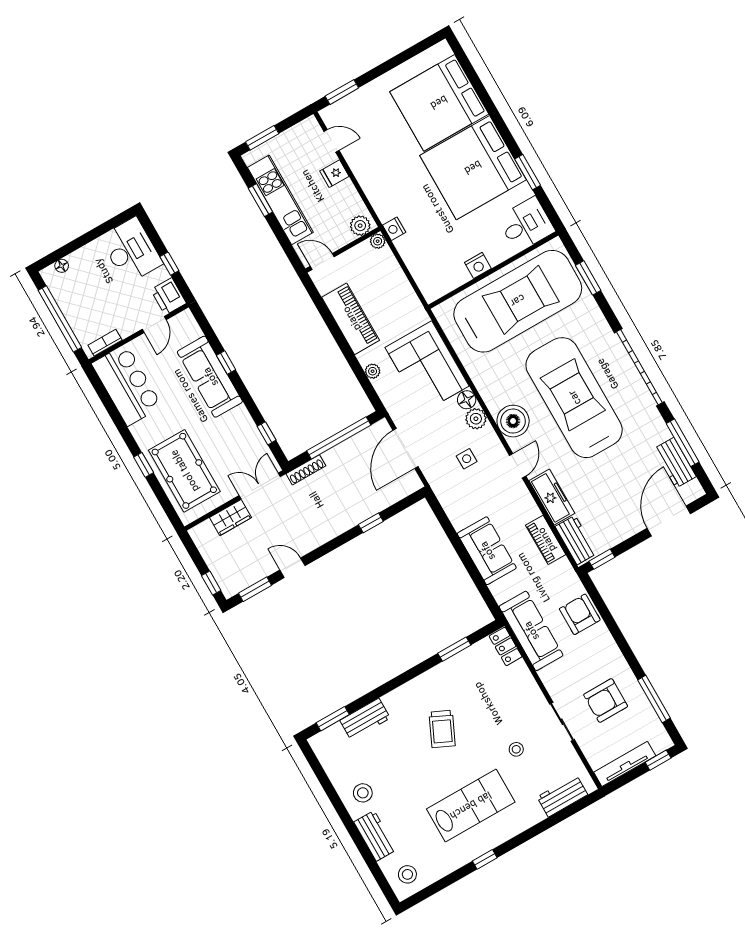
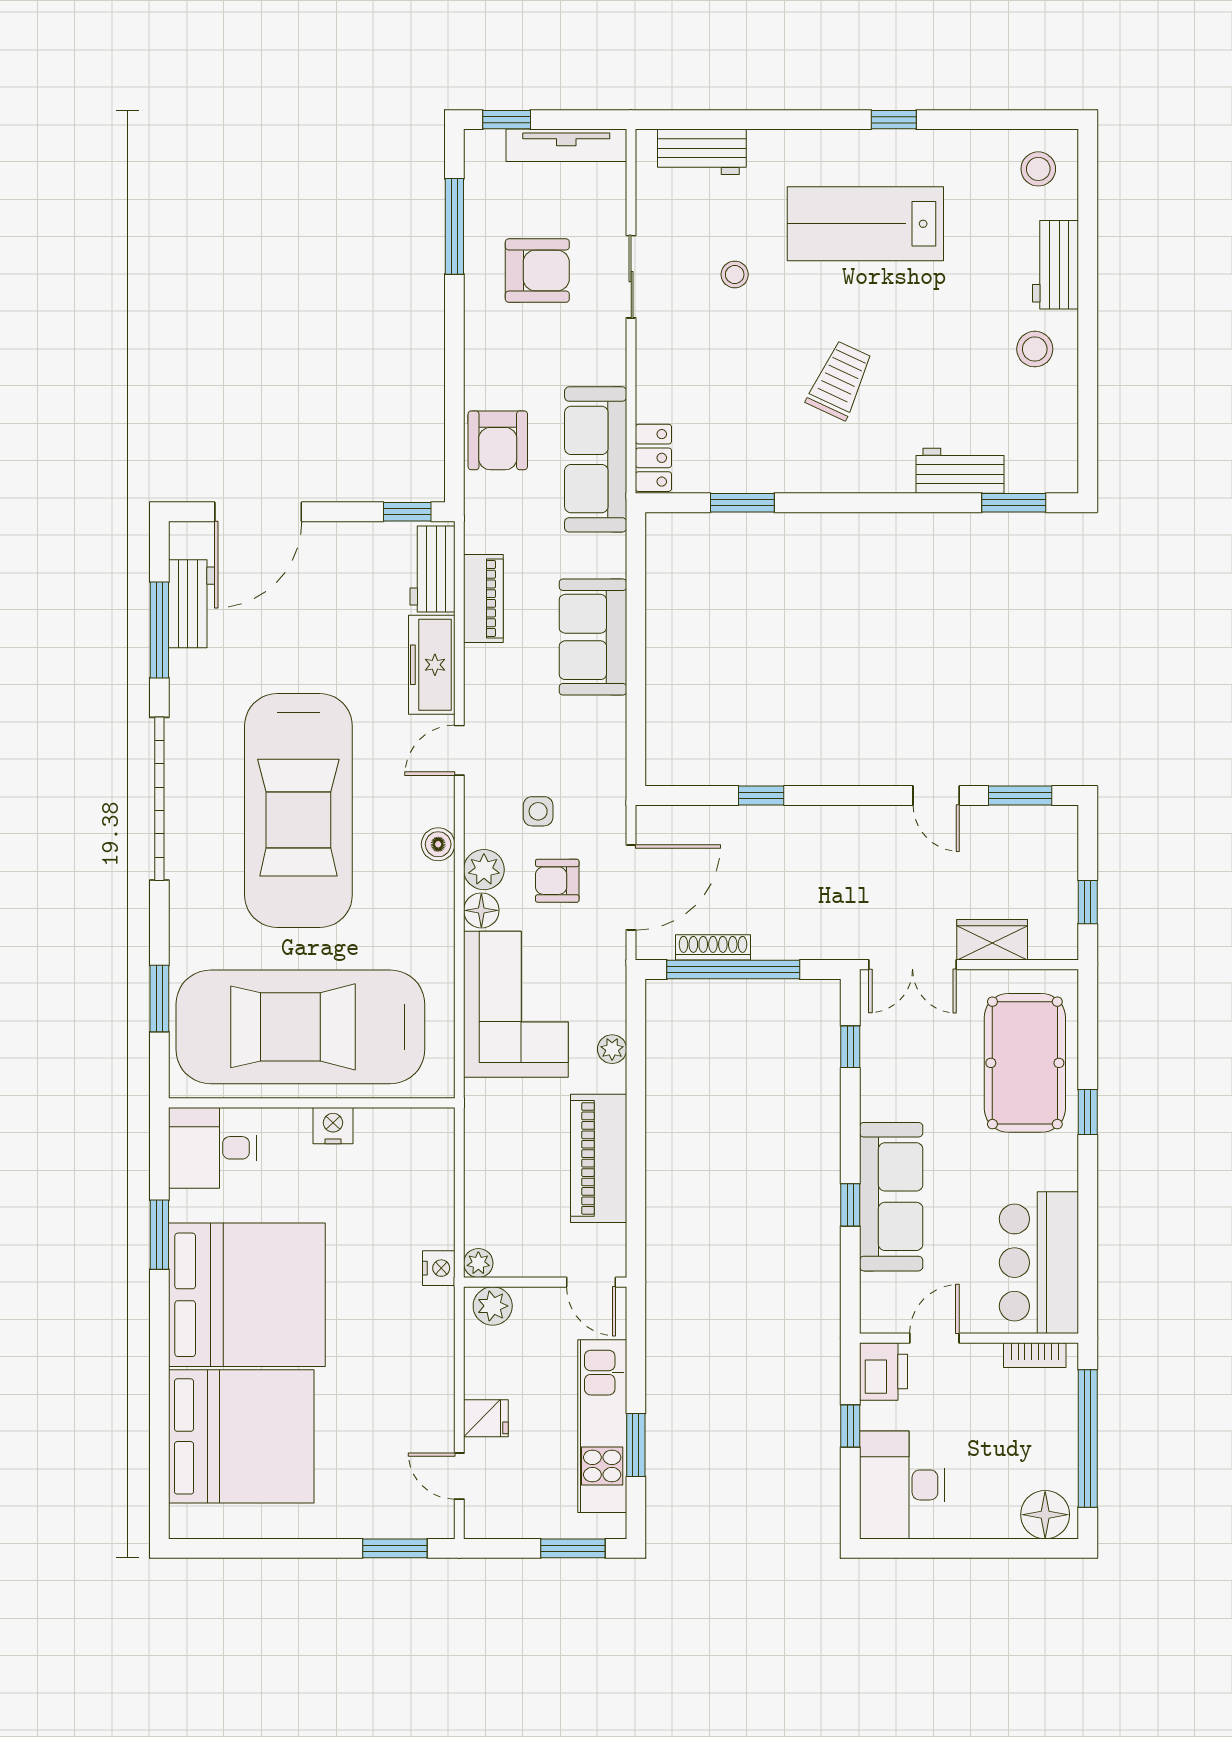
floor lamp: (62, 266) -> (1045, 1515), width x1.89, depth x1.89
boiler: (513, 421) -> (438, 844), width x0.54, depth x0.54
armchair: (440, 433) -> (557, 881), added
shoe rack: (306, 470) -> (713, 947), moved
window: (211, 583) -> (1088, 902), moved

